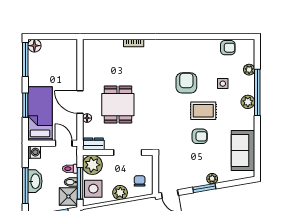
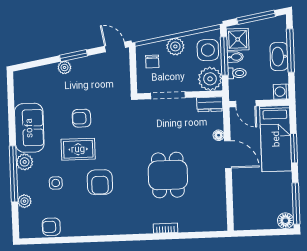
dining table: (118, 105) -> (168, 175), moved
sofa: (243, 150) -> (29, 128), moved

